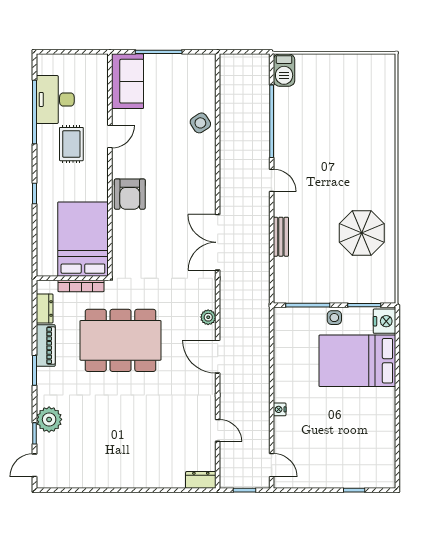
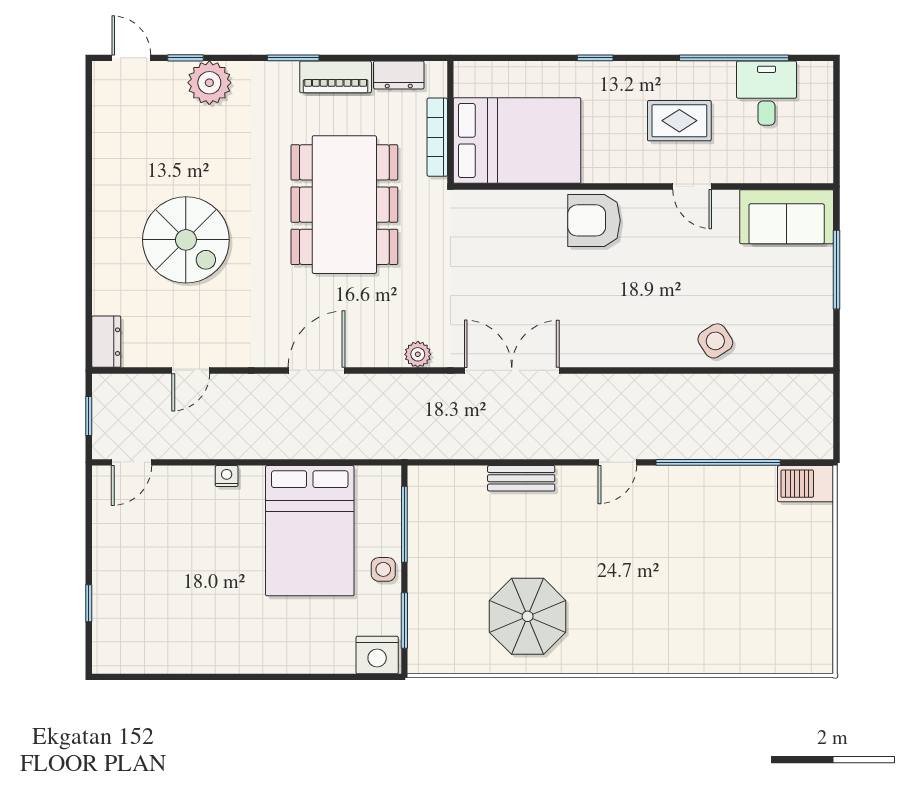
desk: (55, 99) -> (767, 93), width x0.73
plant: (208, 317) -> (418, 354), moved
bed: (357, 361) -> (310, 531), moved, turned 180
spiral stairs: (141, 433) -> (186, 240), added

